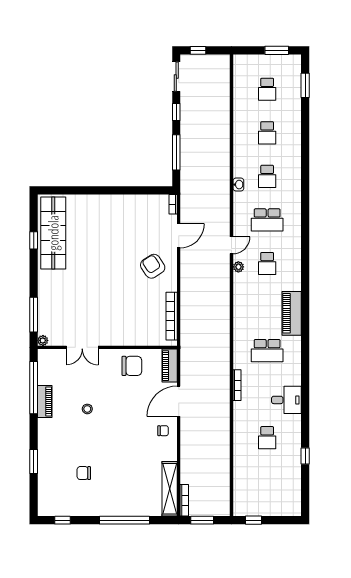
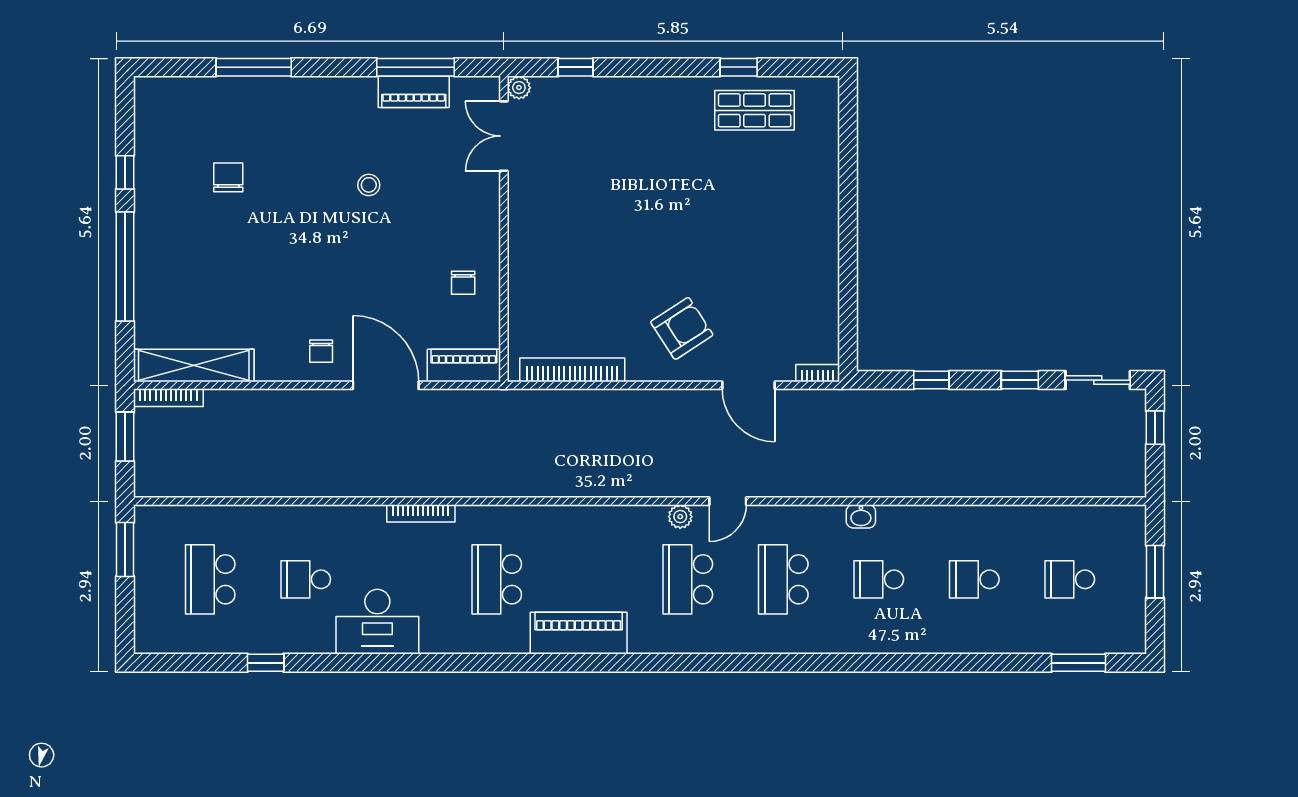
window: (277, 50) -> (1155, 572), moved
window: (176, 152) -> (931, 380), width x0.46
shop shelf: (53, 233) -> (755, 110), width x0.50, depth x0.74
door: (231, 245) -> (728, 501), hinge flipped
school desk: (267, 263) -> (688, 579), width x1.85
window: (34, 315) -> (576, 67), width x0.46
double door: (82, 347) -> (504, 136), moved
chair: (132, 366) -> (463, 283), width x0.54, depth x0.54
window: (34, 388) -> (415, 67), width x0.68
desk: (286, 400) -> (377, 622), width x1.37
piano: (45, 402) -> (414, 92), moved
window: (34, 461) -> (254, 67), width x1.44
school desk: (267, 481) -> (210, 579), added
window: (62, 520) -> (125, 172), moved
window: (254, 520) -> (125, 550), width x1.50

